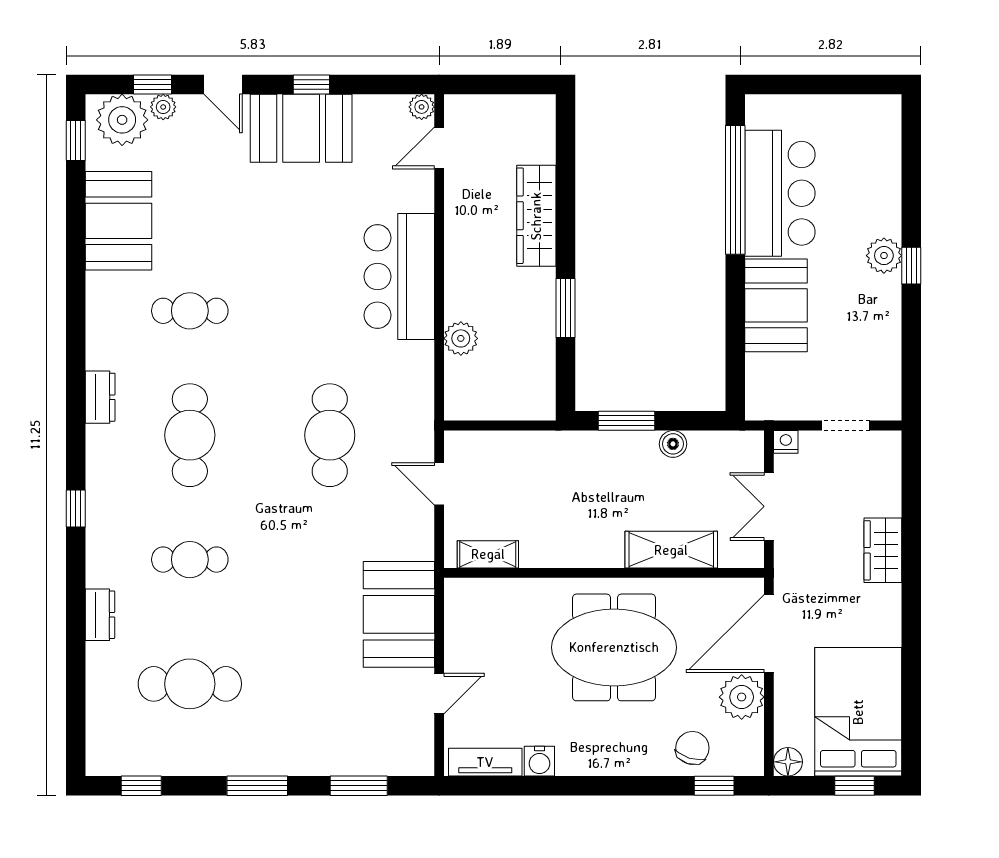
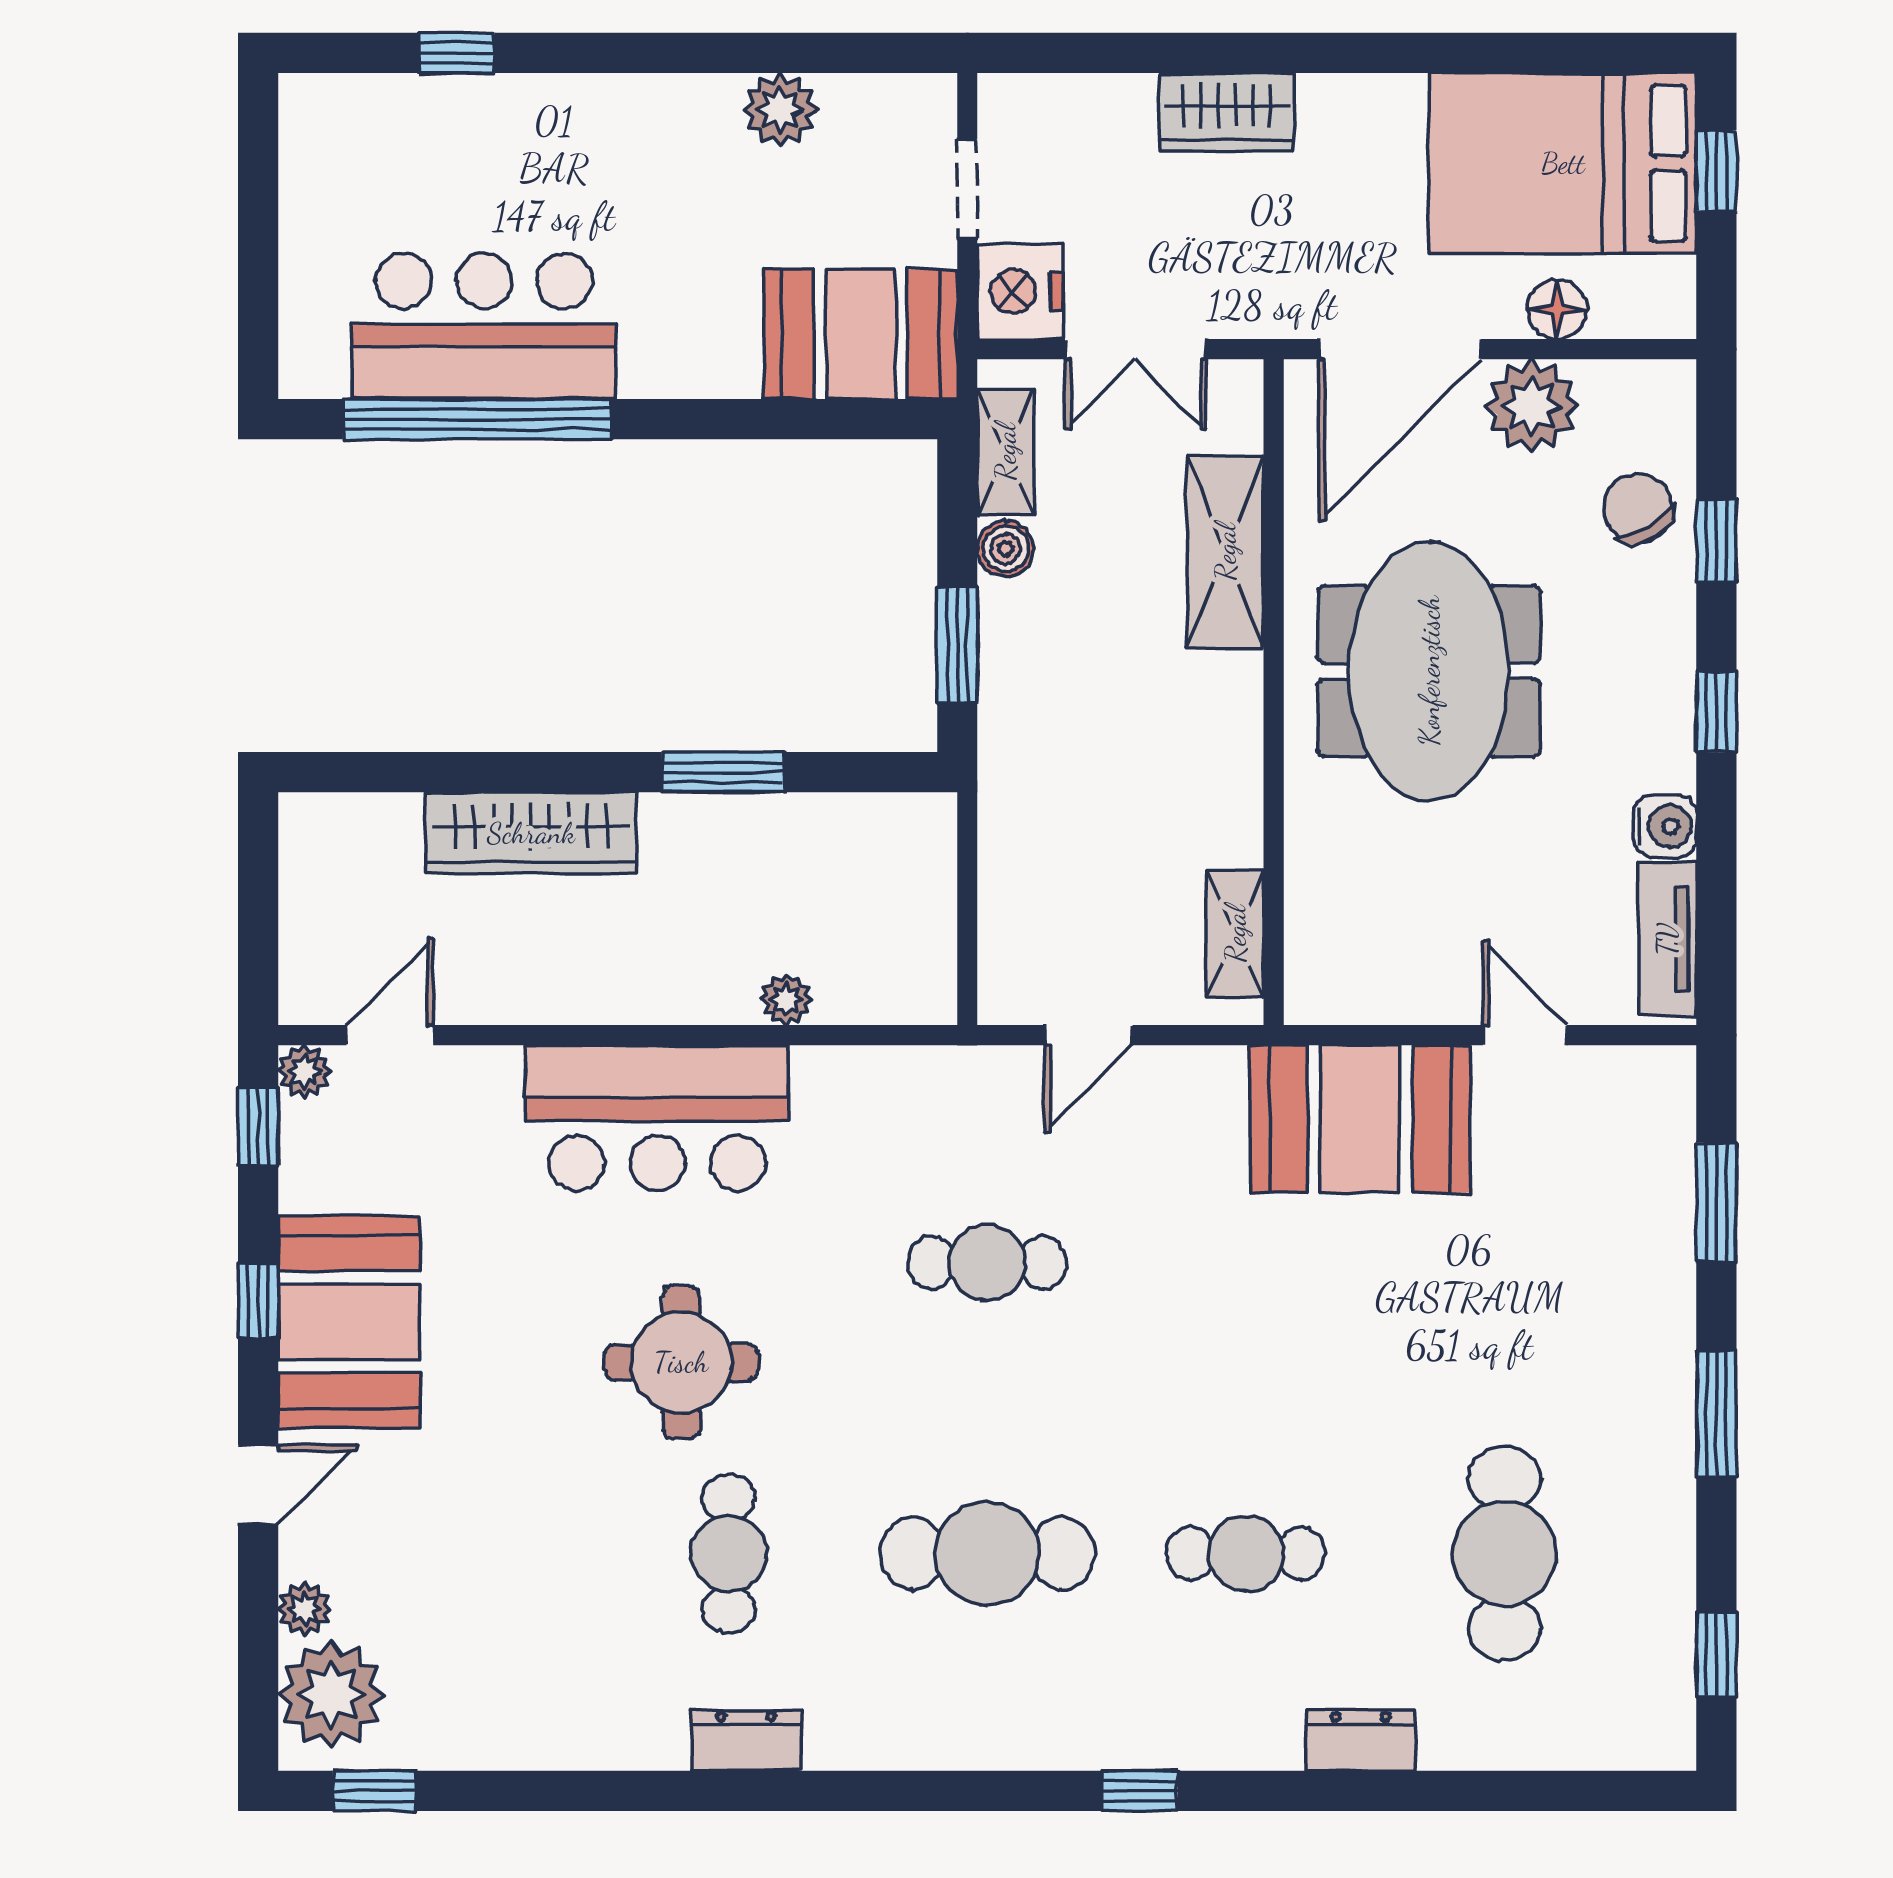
window: (153, 85) -> (258, 1127), moved
door: (439, 148) -> (390, 1035), swing flipped
booth: (118, 221) -> (541, 1702), removed
plant: (884, 256) -> (780, 110), moved
window: (911, 266) -> (457, 53), moved
round table: (282, 288) -> (681, 1362), added
booth: (776, 305) -> (861, 334), moved
plant: (461, 338) -> (786, 1000), width x0.73, depth x0.73
dresser: (100, 397) -> (746, 1740), moved
cafe table: (330, 435) -> (987, 1262), width x0.73, depth x0.74
nightstand: (786, 442) -> (1020, 291), width x1.89, depth x1.79
shelving: (719, 444) -> (1005, 452), added
cafe table: (190, 560) -> (1246, 1554), turned 90
door: (769, 634) -> (1400, 349), hinge flipped
chair: (692, 748) -> (1638, 508), turned 42
floor lamp: (788, 762) -> (1557, 309), moved
window: (595, 786) -> (1716, 712), added
window: (714, 786) -> (1716, 541), moved

